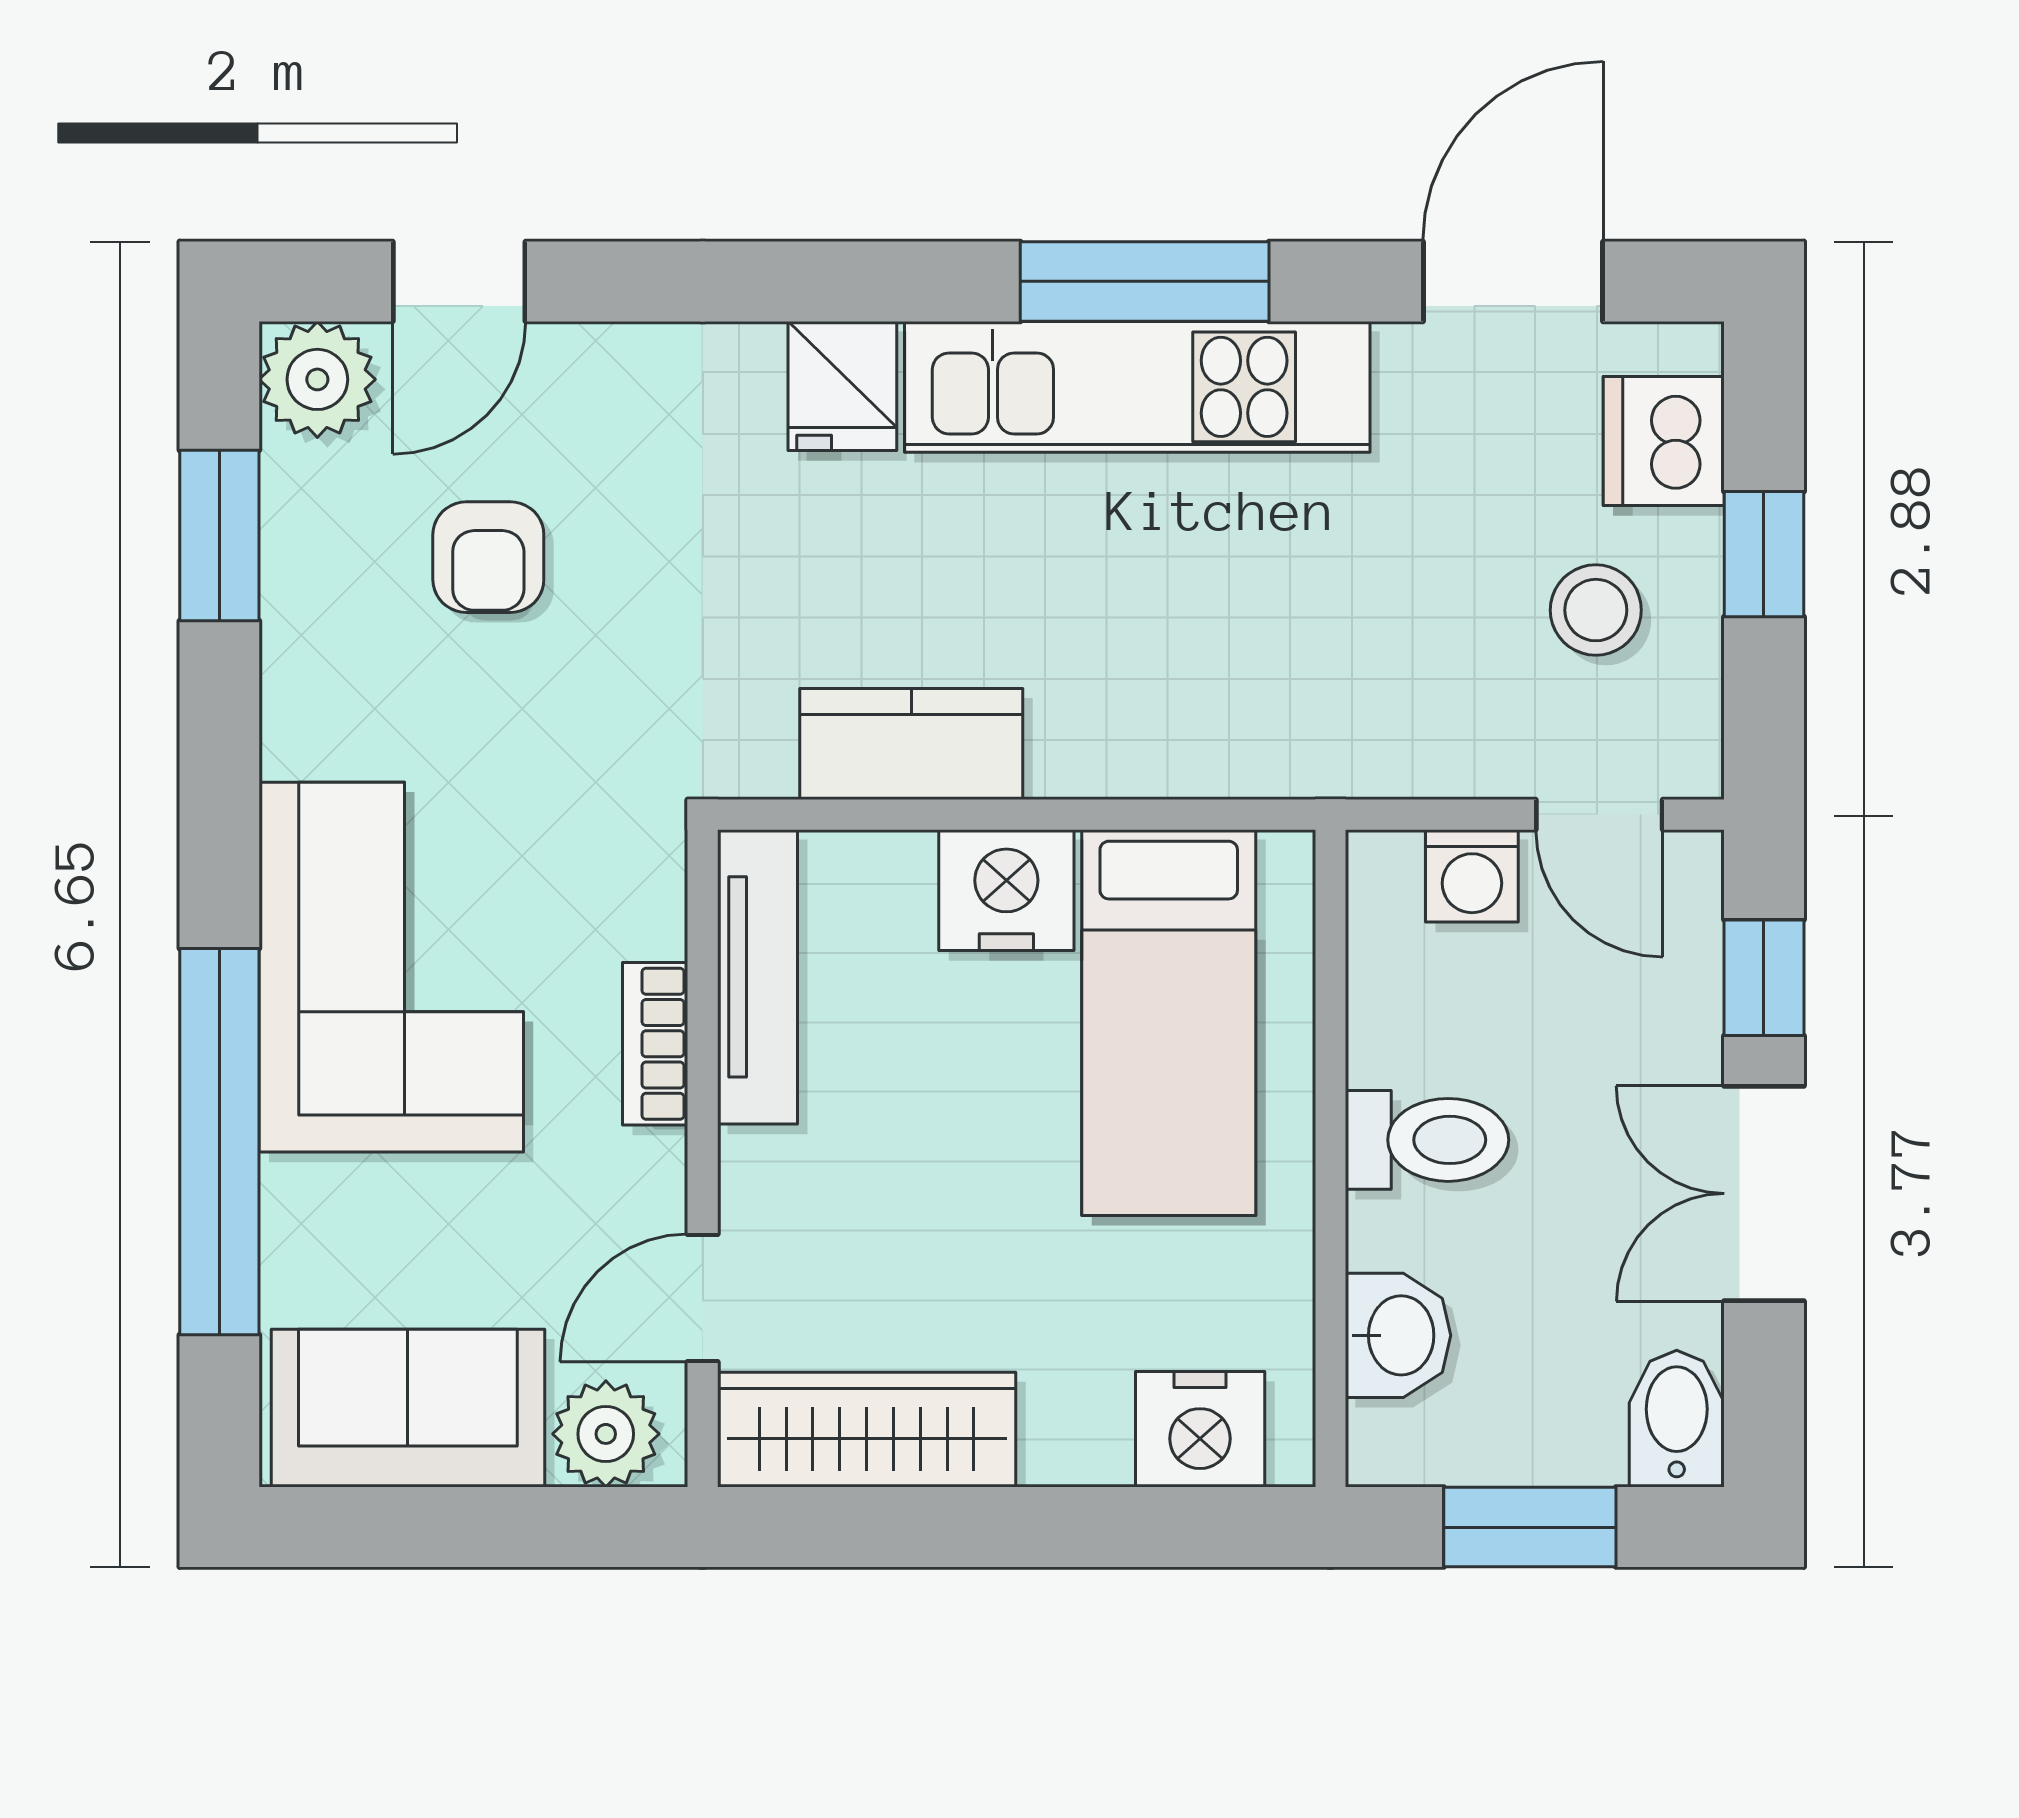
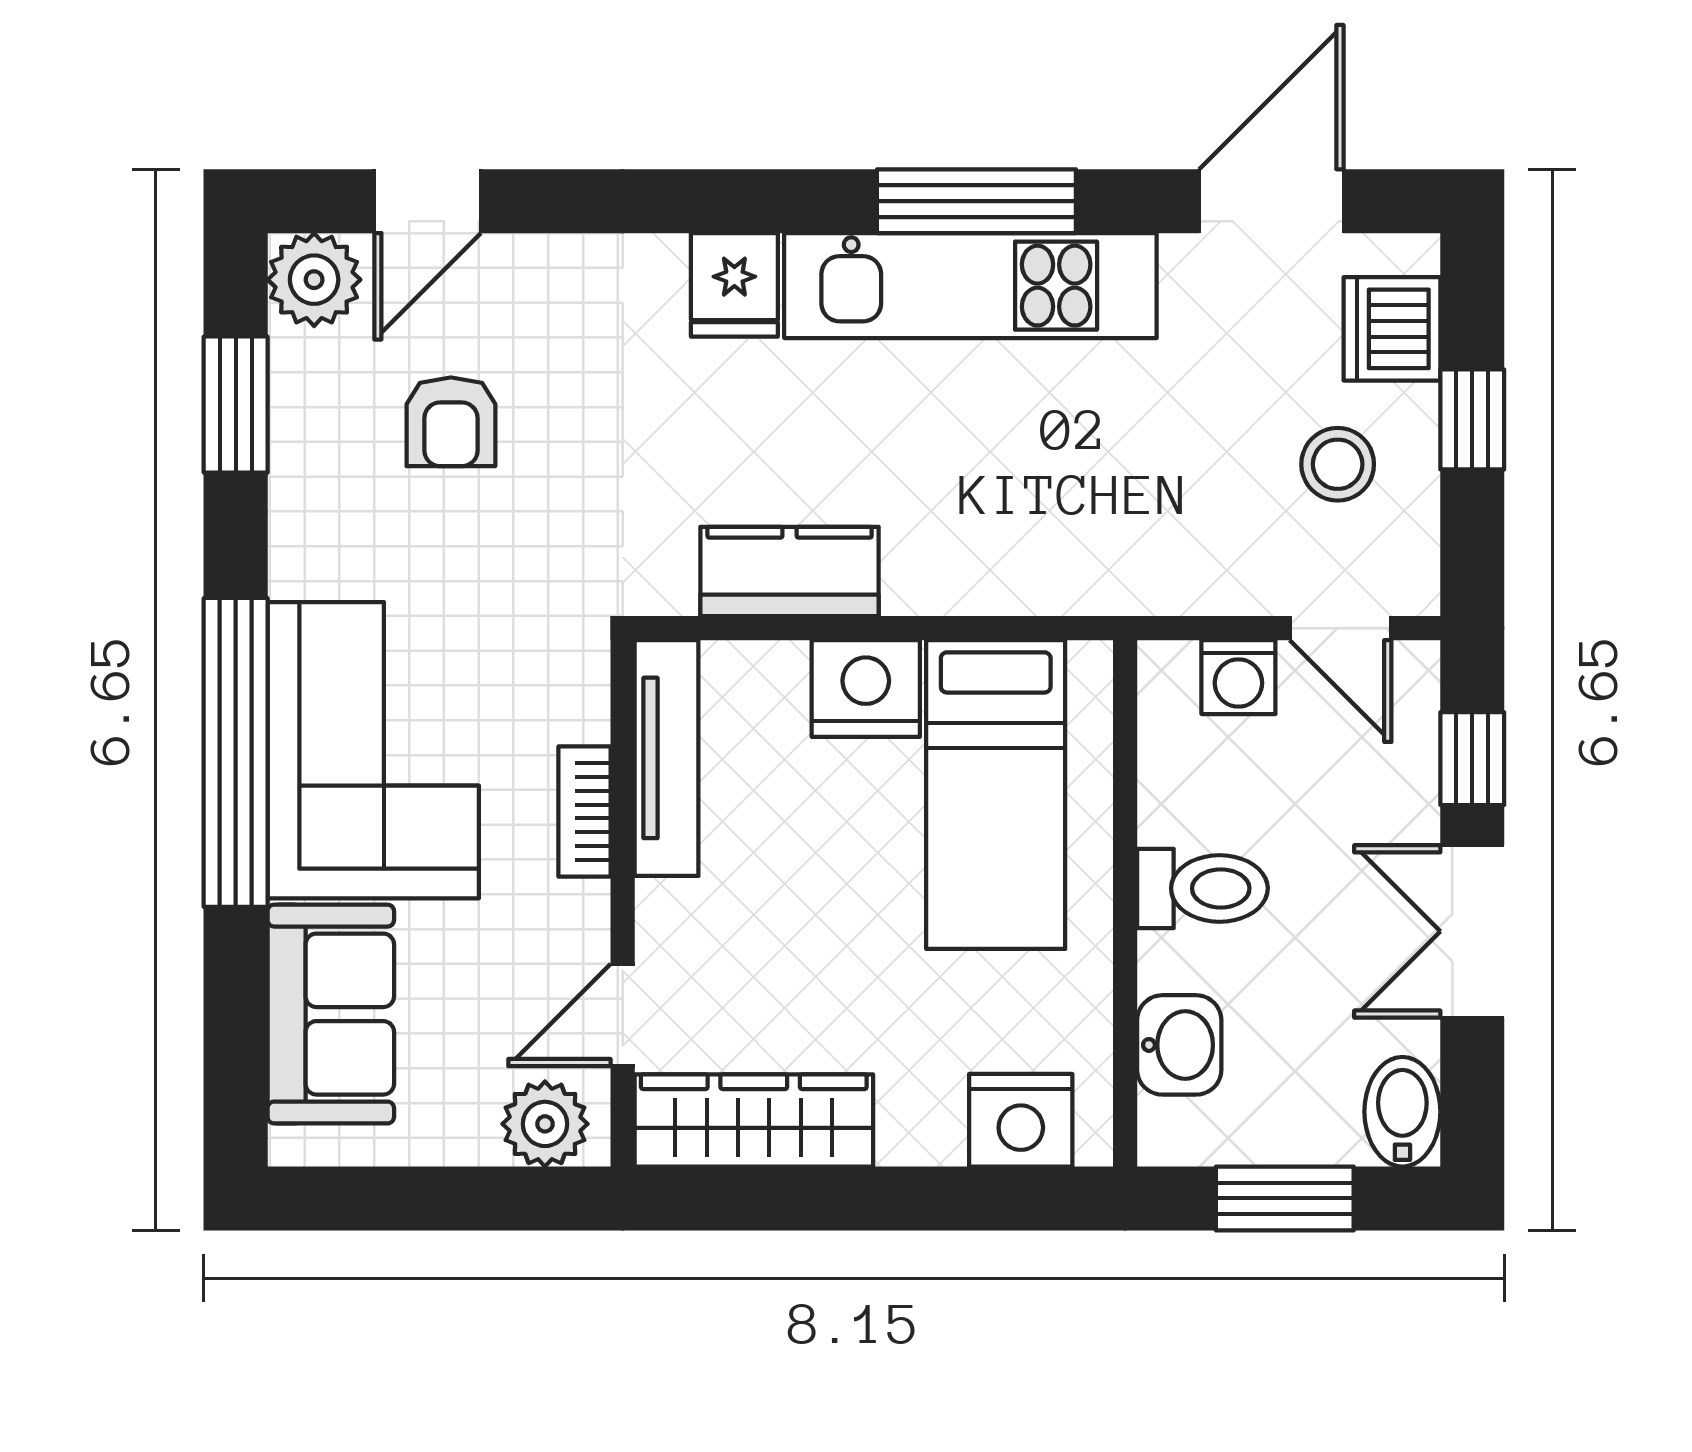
window: (219, 1142) -> (236, 752), moved
sofa: (408, 1408) -> (331, 1014), moved, turned 90

